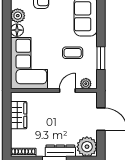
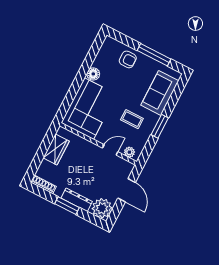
plant: (18, 16) -> (101, 62), removed
window: (101, 58) -> (160, 126), moved

